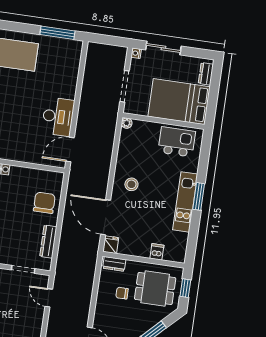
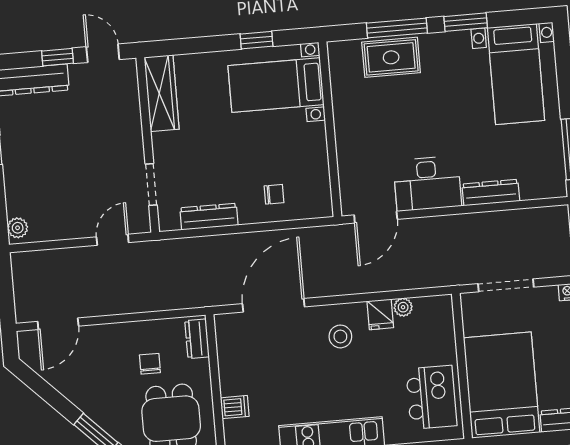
dresser: (71, 83) -> (491, 193), added
plant: (127, 123) -> (403, 307), moved
door: (70, 150) -> (376, 217), swing flipped
chair: (44, 203) -> (274, 194), width x0.54, depth x0.54
fridge: (111, 245) -> (380, 314), moved, turned 90

